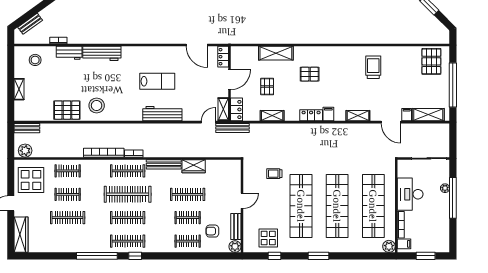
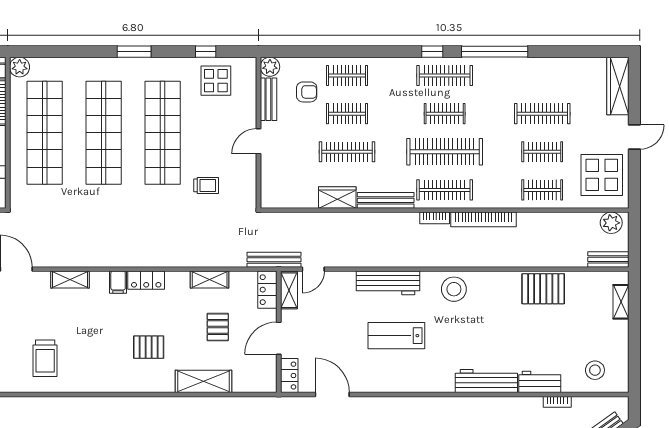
shelving: (19, 89) -> (621, 302), moved
stool: (97, 106) -> (454, 289), moved
clothes rail: (128, 218) -> (445, 114), width x0.73

